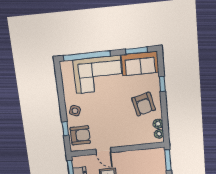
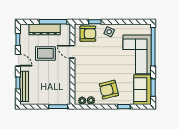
armchair: (80, 135) -> (88, 34), turned -90
door: (103, 151) -> (72, 52), hinge flipped

